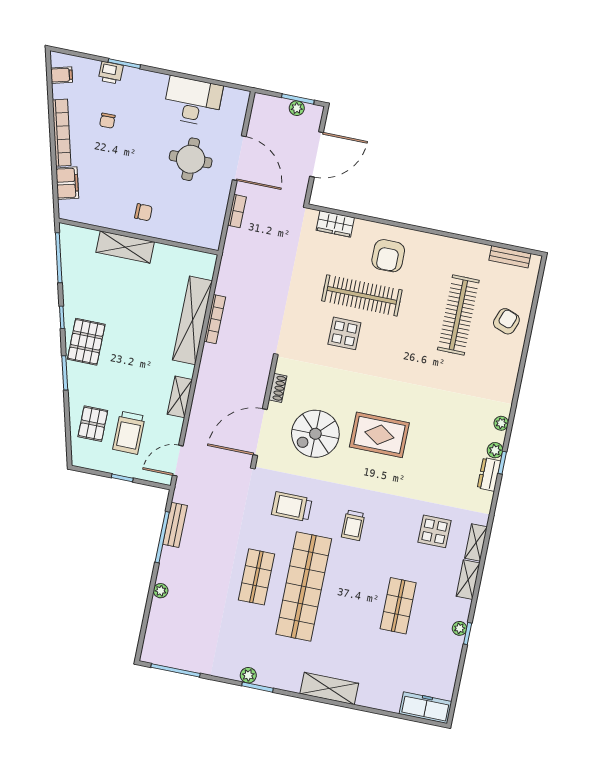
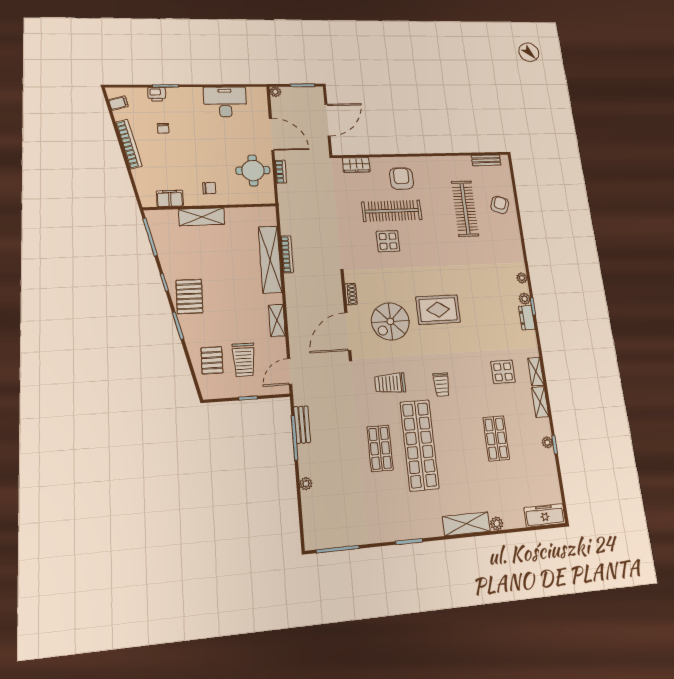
plant: (297, 108) -> (275, 92), moved
round table: (191, 159) -> (253, 170), moved
filing cabinet: (67, 183) -> (170, 198), moved, turned -75
armchair: (388, 256) -> (401, 179), turned 180
plant: (248, 675) -> (497, 524), moved

